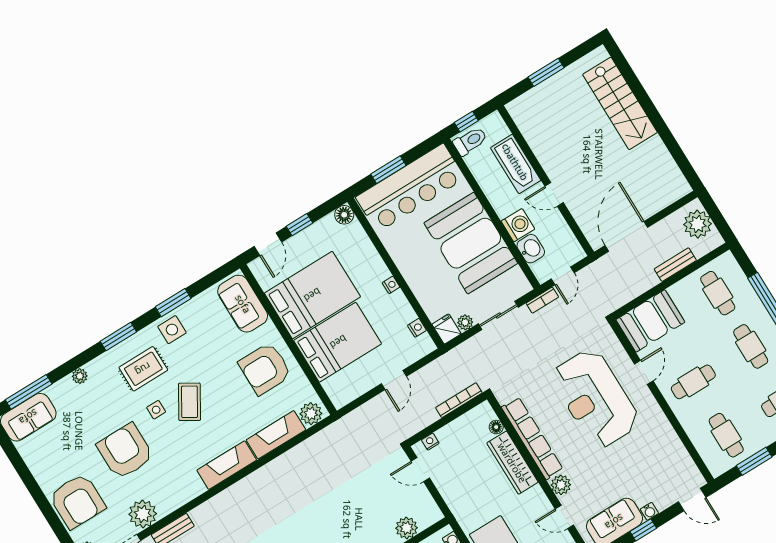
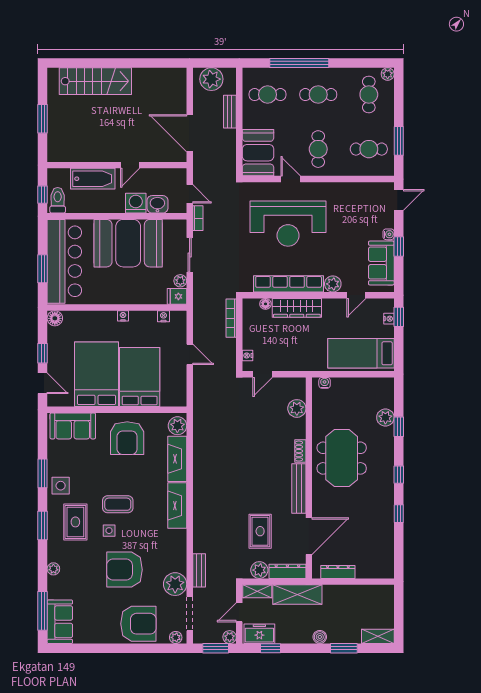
coffee table: (189, 402) -> (118, 504), turned -31

